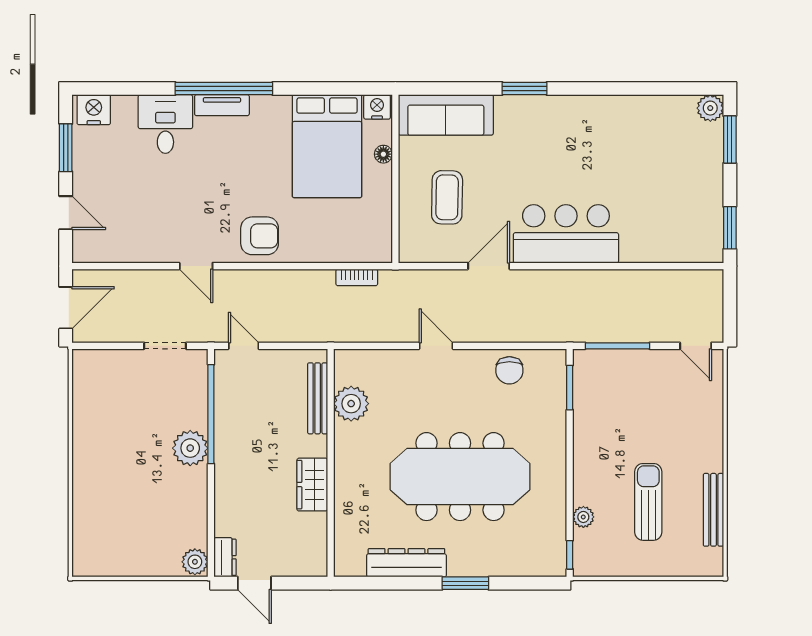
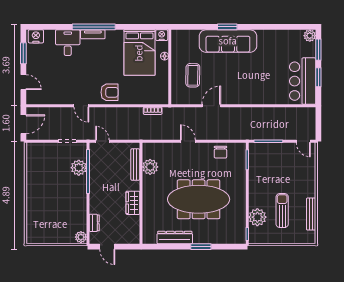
sofa: (446, 115) -> (228, 41), moved, width x1.36, depth x1.27
window: (730, 228) -> (318, 77), moved
bar counter: (566, 234) -> (303, 81), moved, turned -90
plant: (190, 448) -> (79, 168), moved
plant: (583, 517) -> (257, 217), width x1.87, depth x1.87
dresser: (225, 557) -> (94, 223), moved

